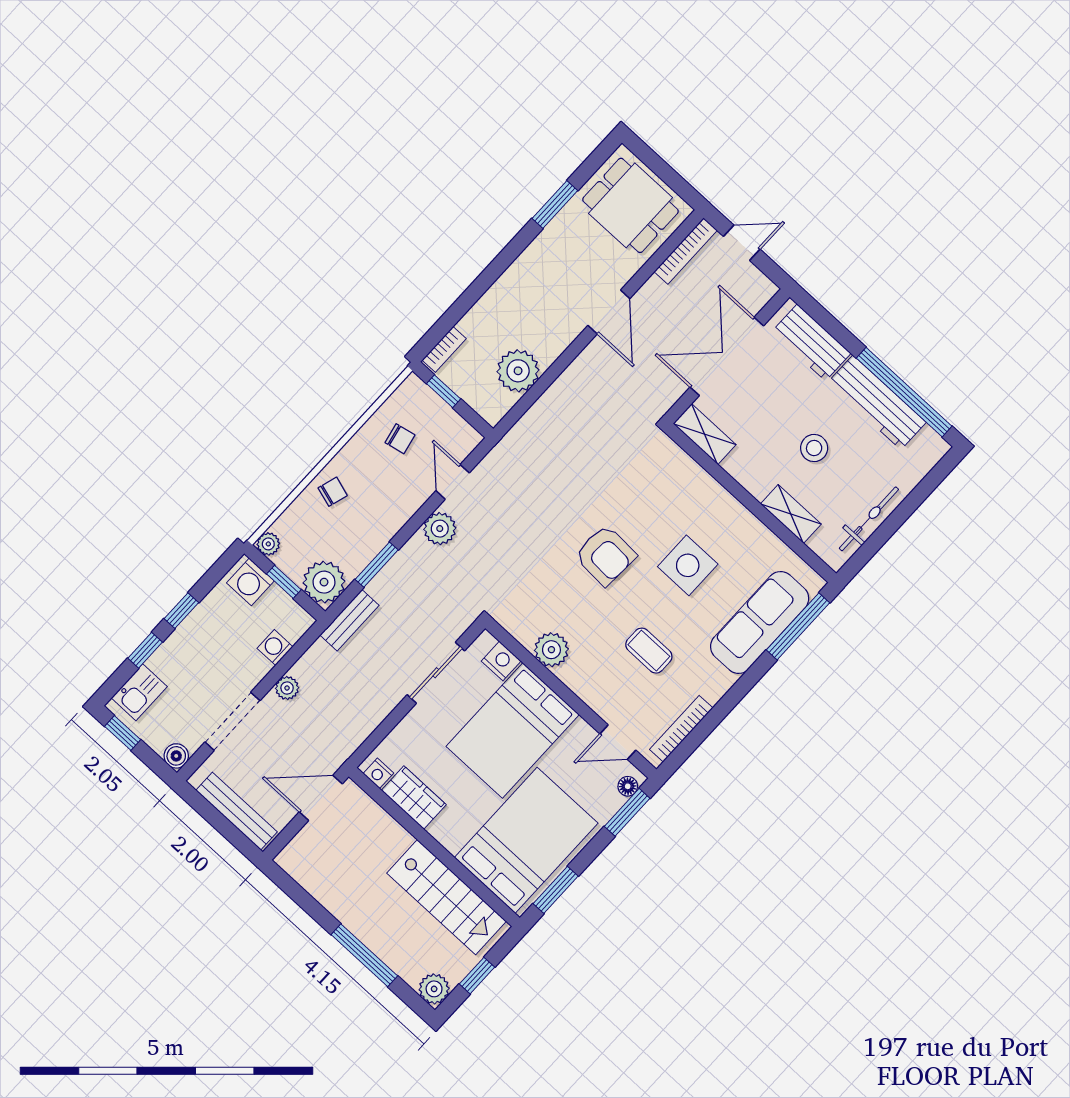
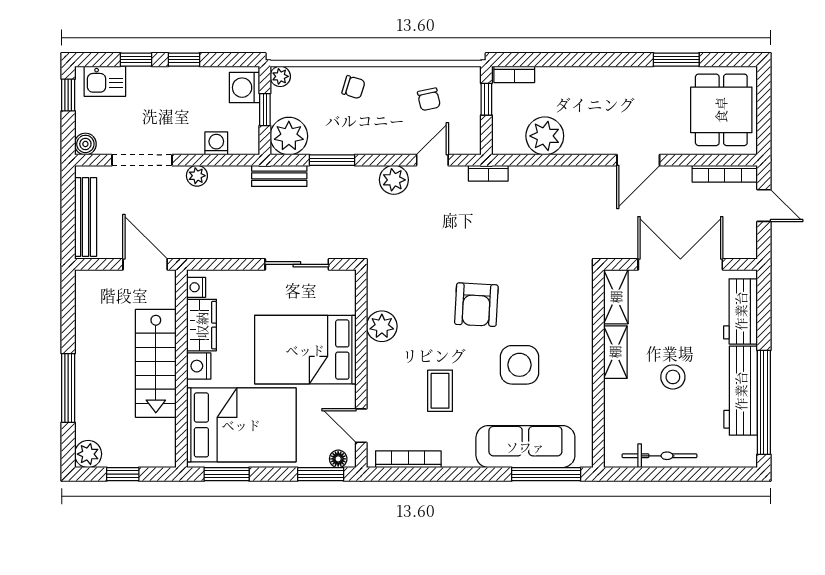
bookcase: (506, 446) -> (488, 173), added
shelving: (791, 514) -> (615, 352), moved
nightstand: (501, 661) -> (199, 366), moved, turned 180
stairs: (446, 897) -> (156, 363), moved

